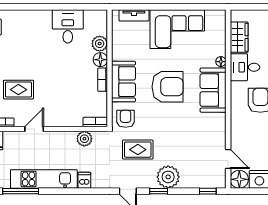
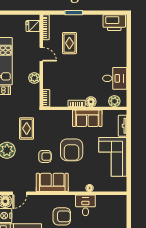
wardrobe: (239, 37) -> (107, 201), removed
plant: (100, 44) -> (114, 101), moved
sofa: (123, 82) -> (87, 118), moved
sofa: (213, 90) -> (52, 182), moved
armchair: (126, 119) -> (45, 156), moved
plant: (84, 139) -> (34, 78), moved

